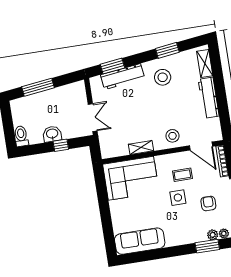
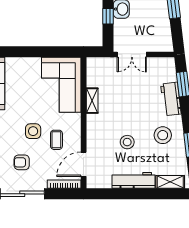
workbench: (122, 77) -> (171, 99), width x0.73
stool: (172, 136) -> (127, 142), moved
armchair: (208, 203) -> (22, 162), turned 180

